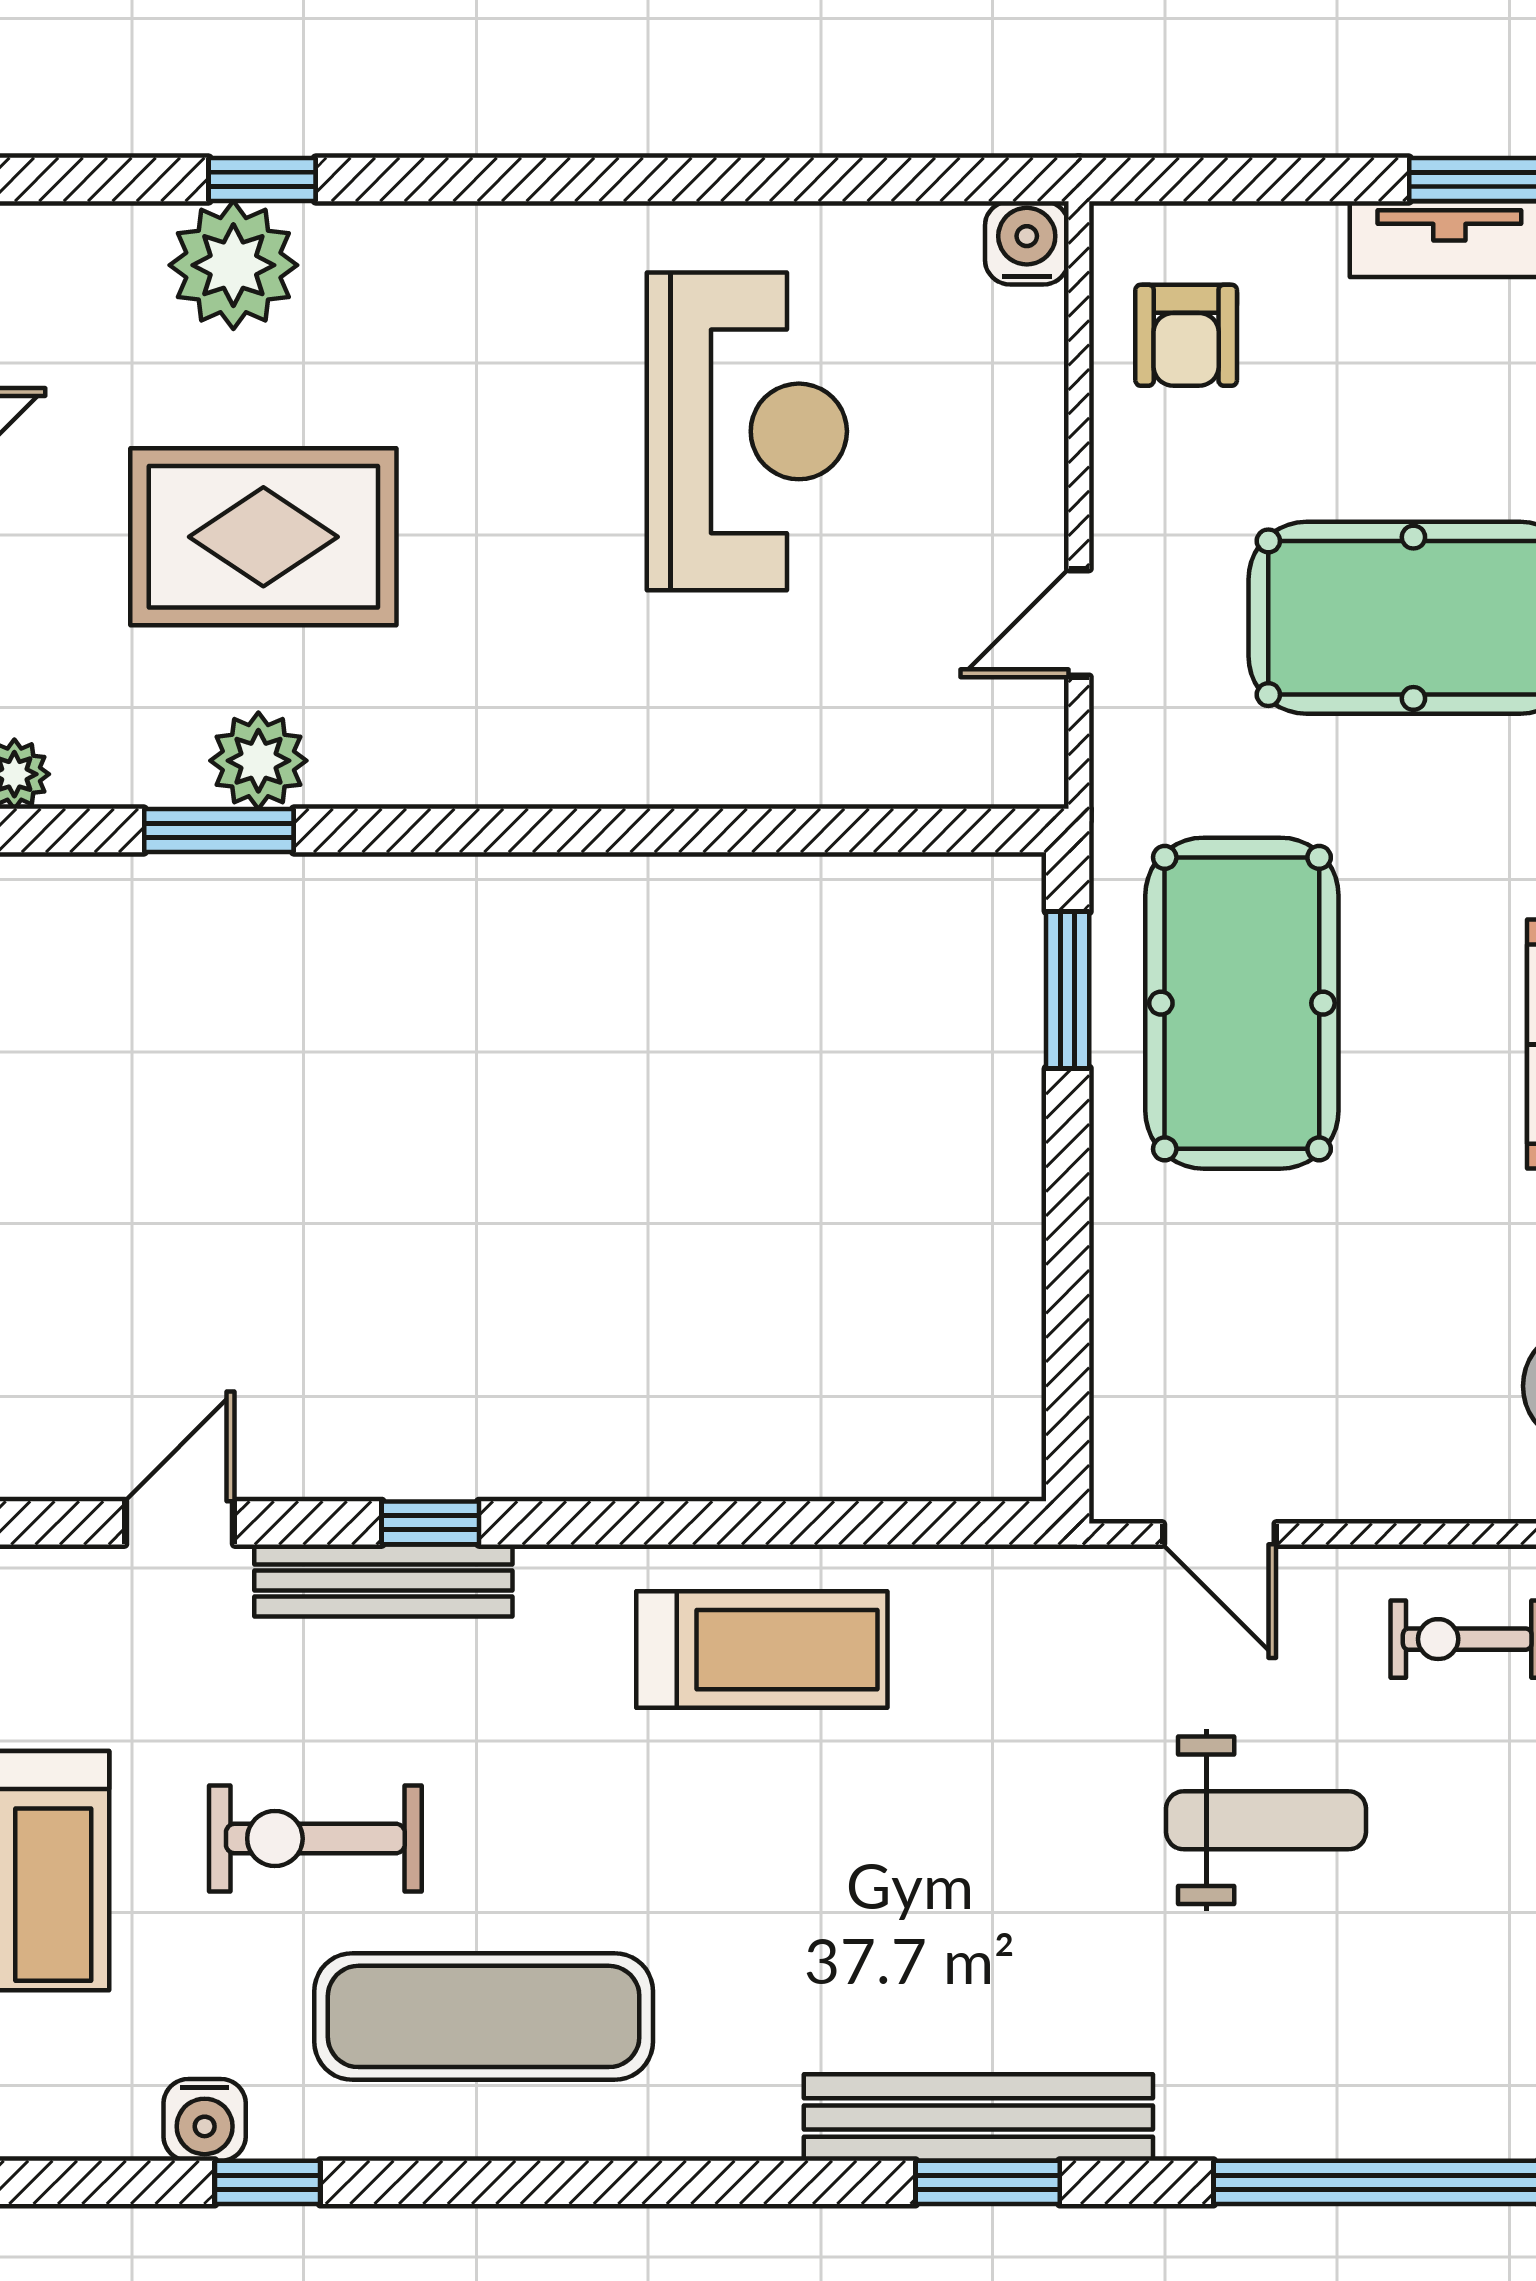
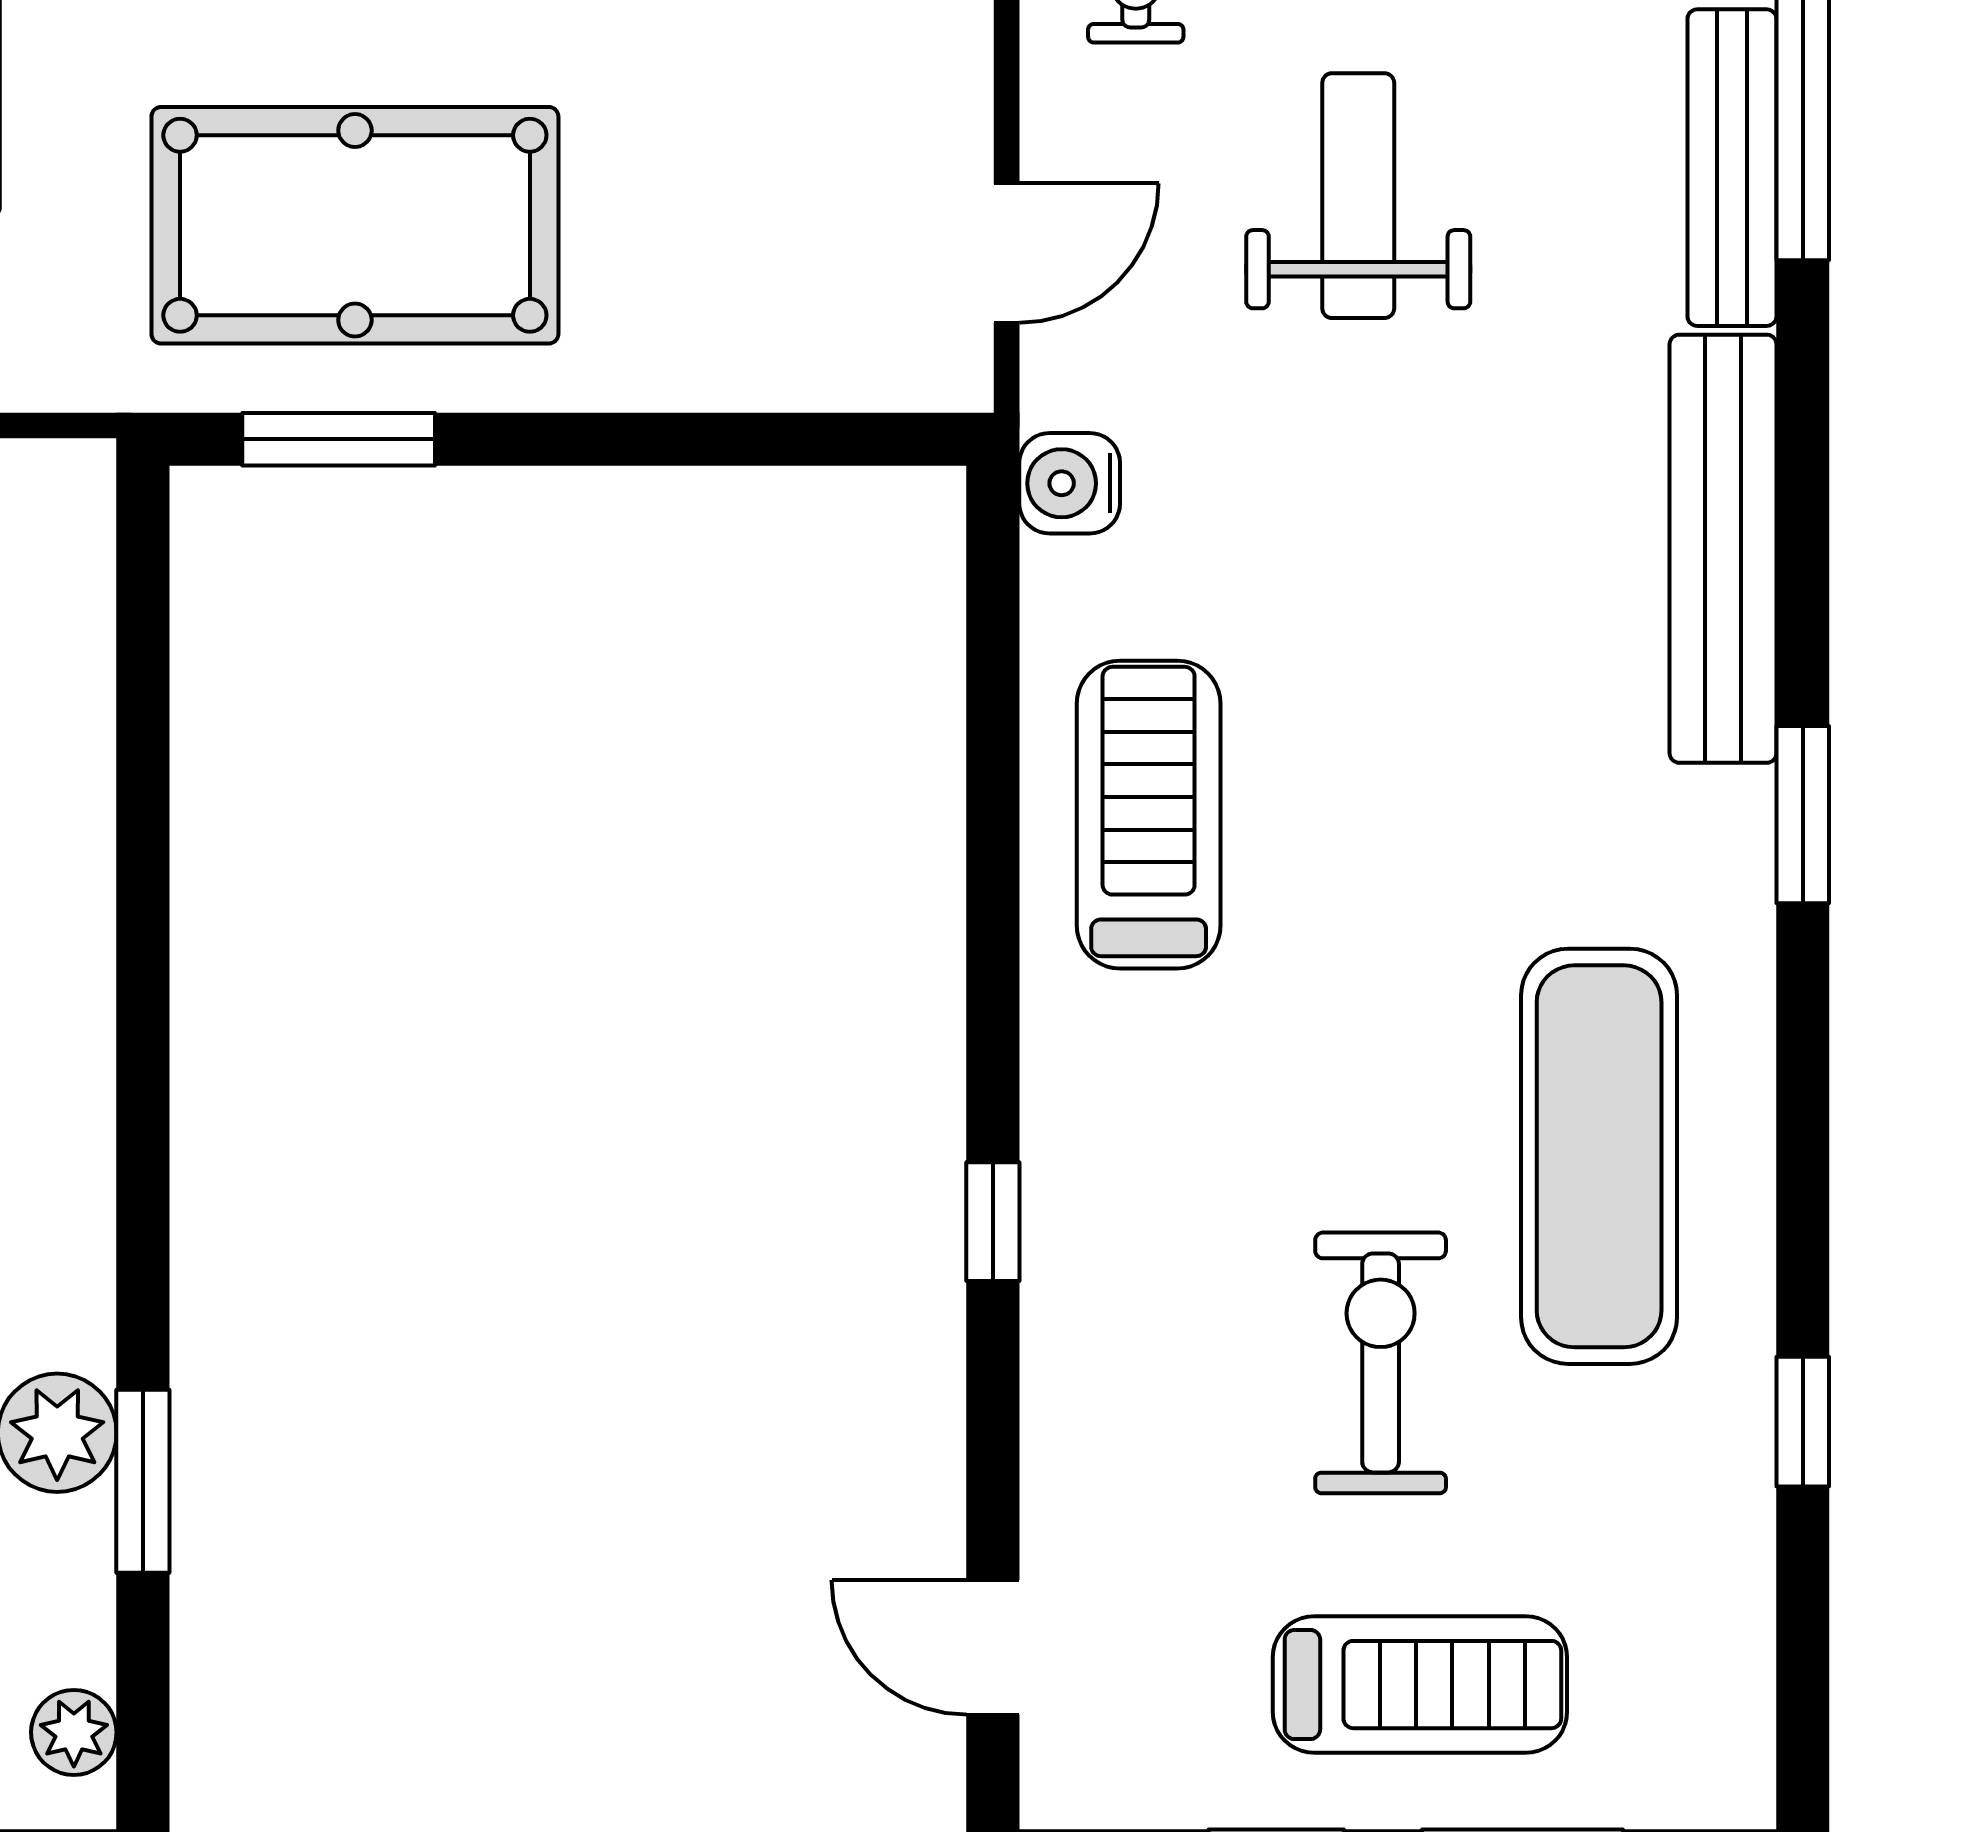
door: (180, 1523) -> (993, 1647), moved
bench: (383, 1580) -> (1732, 168), moved
exercise bike: (315, 1839) -> (1381, 1363), turned 180
water cooler: (205, 2120) -> (1070, 483), moved, turned 180
window: (988, 2182) -> (1803, 815), moved

